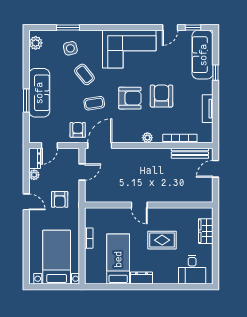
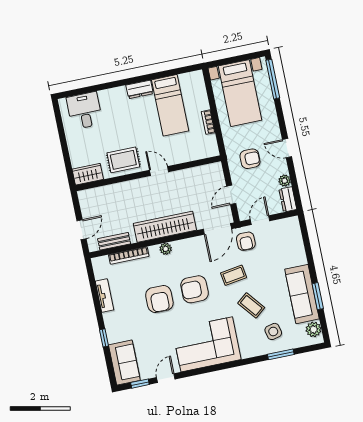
sofa: (203, 55) -> (124, 363), width x0.73
sofa: (39, 93) -> (302, 294), moved
window: (26, 100) -> (318, 296), moved
door: (49, 145) -> (260, 220), moved
bench: (190, 153) -> (114, 241), width x0.73
wardrobe: (144, 157) -> (165, 227), added
armchair: (60, 199) -> (250, 159), turned 90
wardrobe: (206, 231) -> (88, 174), moved, turned -90
rug: (162, 240) -> (123, 160), moved
window: (26, 263) -> (273, 79), added

